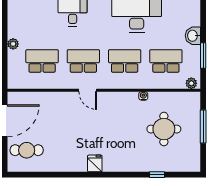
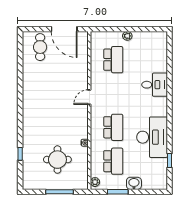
school desk: (83, 61) -> (113, 93), removed
fridge: (95, 163) -> (29, 103), removed

